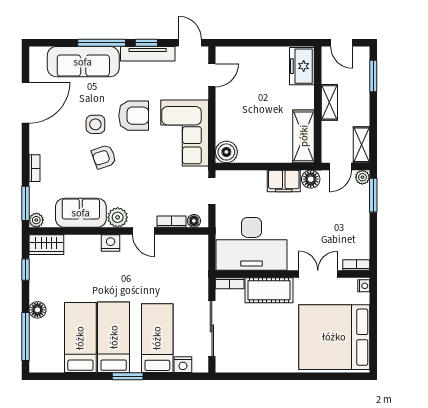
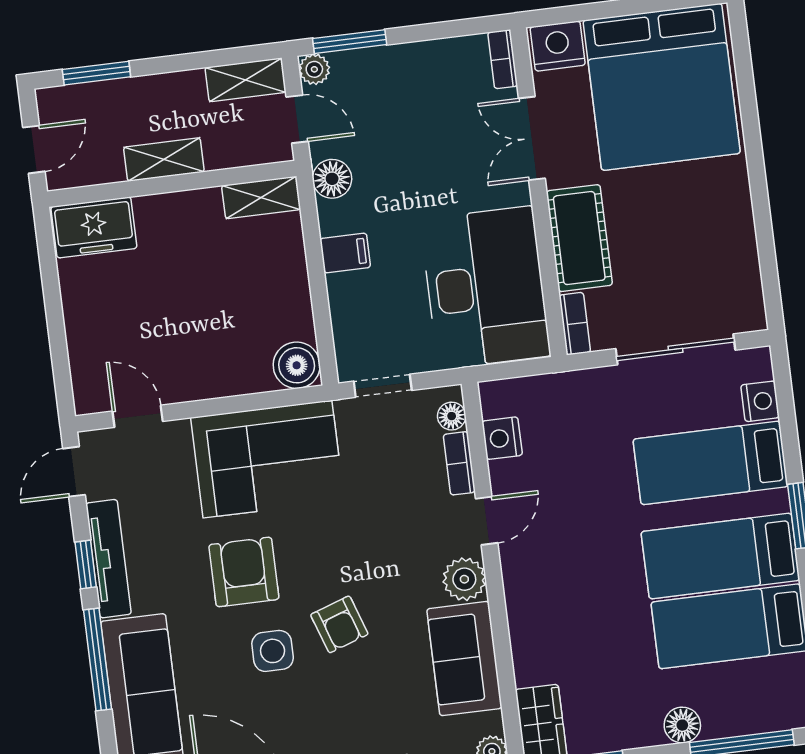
shelving: (304, 136) -> (261, 197), width x0.67, depth x0.75
filing cabinet: (284, 181) -> (345, 253), width x0.50
nightstand: (111, 243) -> (502, 438), moved
nightstand: (364, 286) -> (558, 46), width x1.89, depth x1.79

